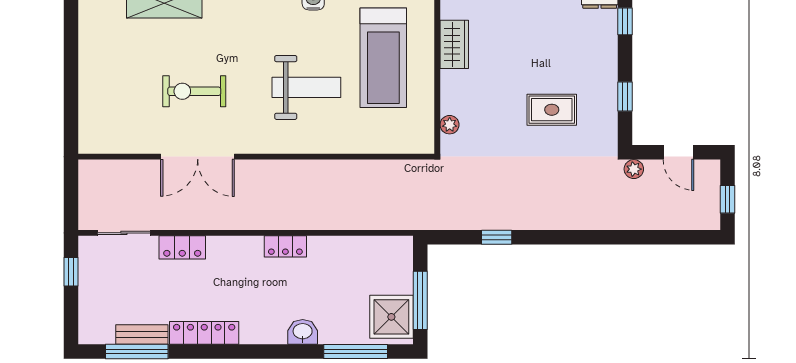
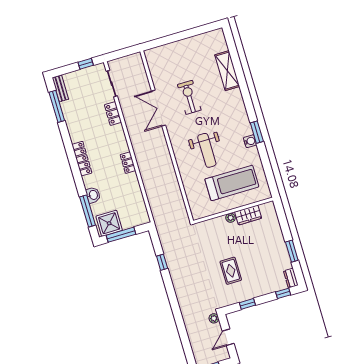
treadmill: (383, 58) -> (232, 183), turned 180
plant: (450, 125) -> (231, 218), moved
washbasin: (303, 332) -> (93, 195), moved
locker: (204, 333) -> (82, 159), moved
bench: (142, 334) -> (60, 88), moved

